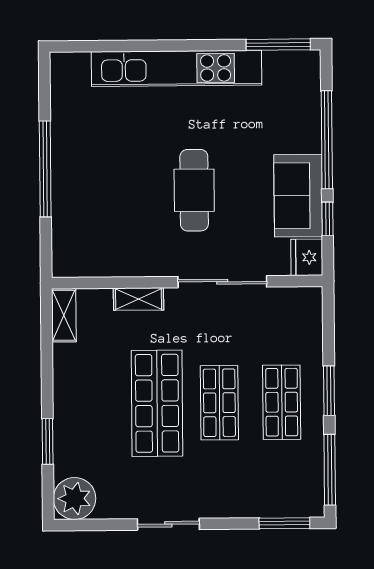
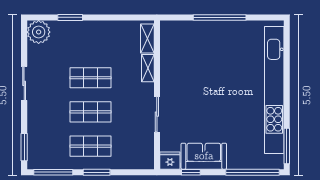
kitchen unit: (176, 68) -> (274, 90), width x1.36
window: (327, 140) -> (252, 172), moved
cafe table: (194, 190) -> (207, 99), removed
sliding door: (222, 282) -> (157, 114), width x0.73
shelving: (64, 315) -> (147, 38), moved, turned 90
shop shelf: (157, 403) -> (91, 78), width x0.70, depth x0.74

